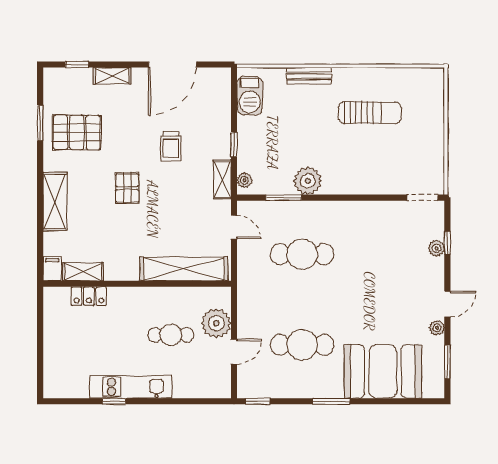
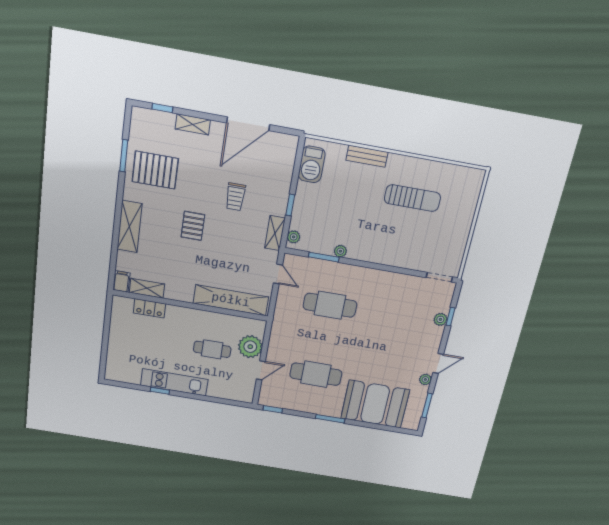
plant: (308, 181) -> (340, 251), width x0.53, depth x0.53

